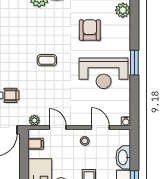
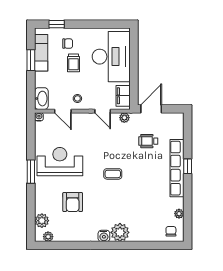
filing cabinet: (36, 144) -> (123, 96), width x2.00
washbasin: (123, 157) -> (41, 99), moved

